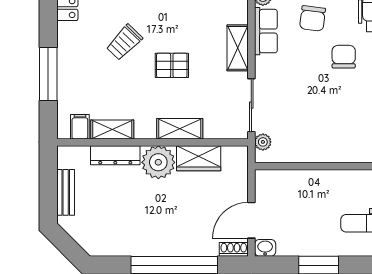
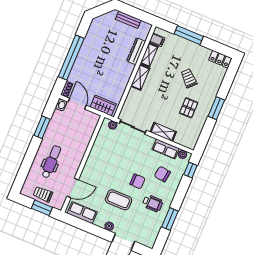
pallet: (172, 65) -> (189, 108), moved
shelving: (180, 129) -> (140, 77), moved
wardrobe: (199, 158) -> (103, 106), moved, turned 90
plant: (158, 162) -> (124, 71), removed

